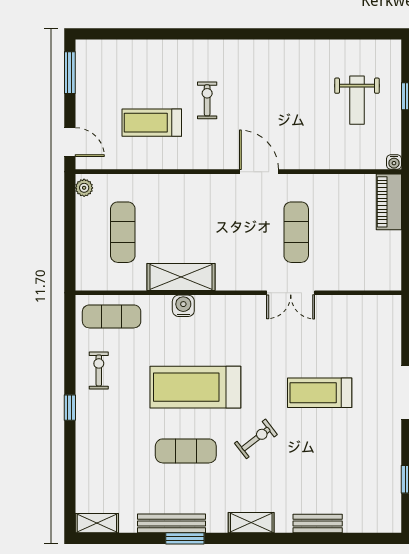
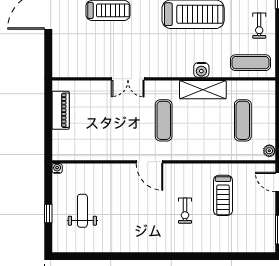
treadmill: (152, 123) -> (223, 195), turned 90
piano: (389, 202) -> (61, 110), moved
exercise mat: (296, 232) -> (164, 120), moved
double door: (291, 293) -> (128, 79), swing flipped

